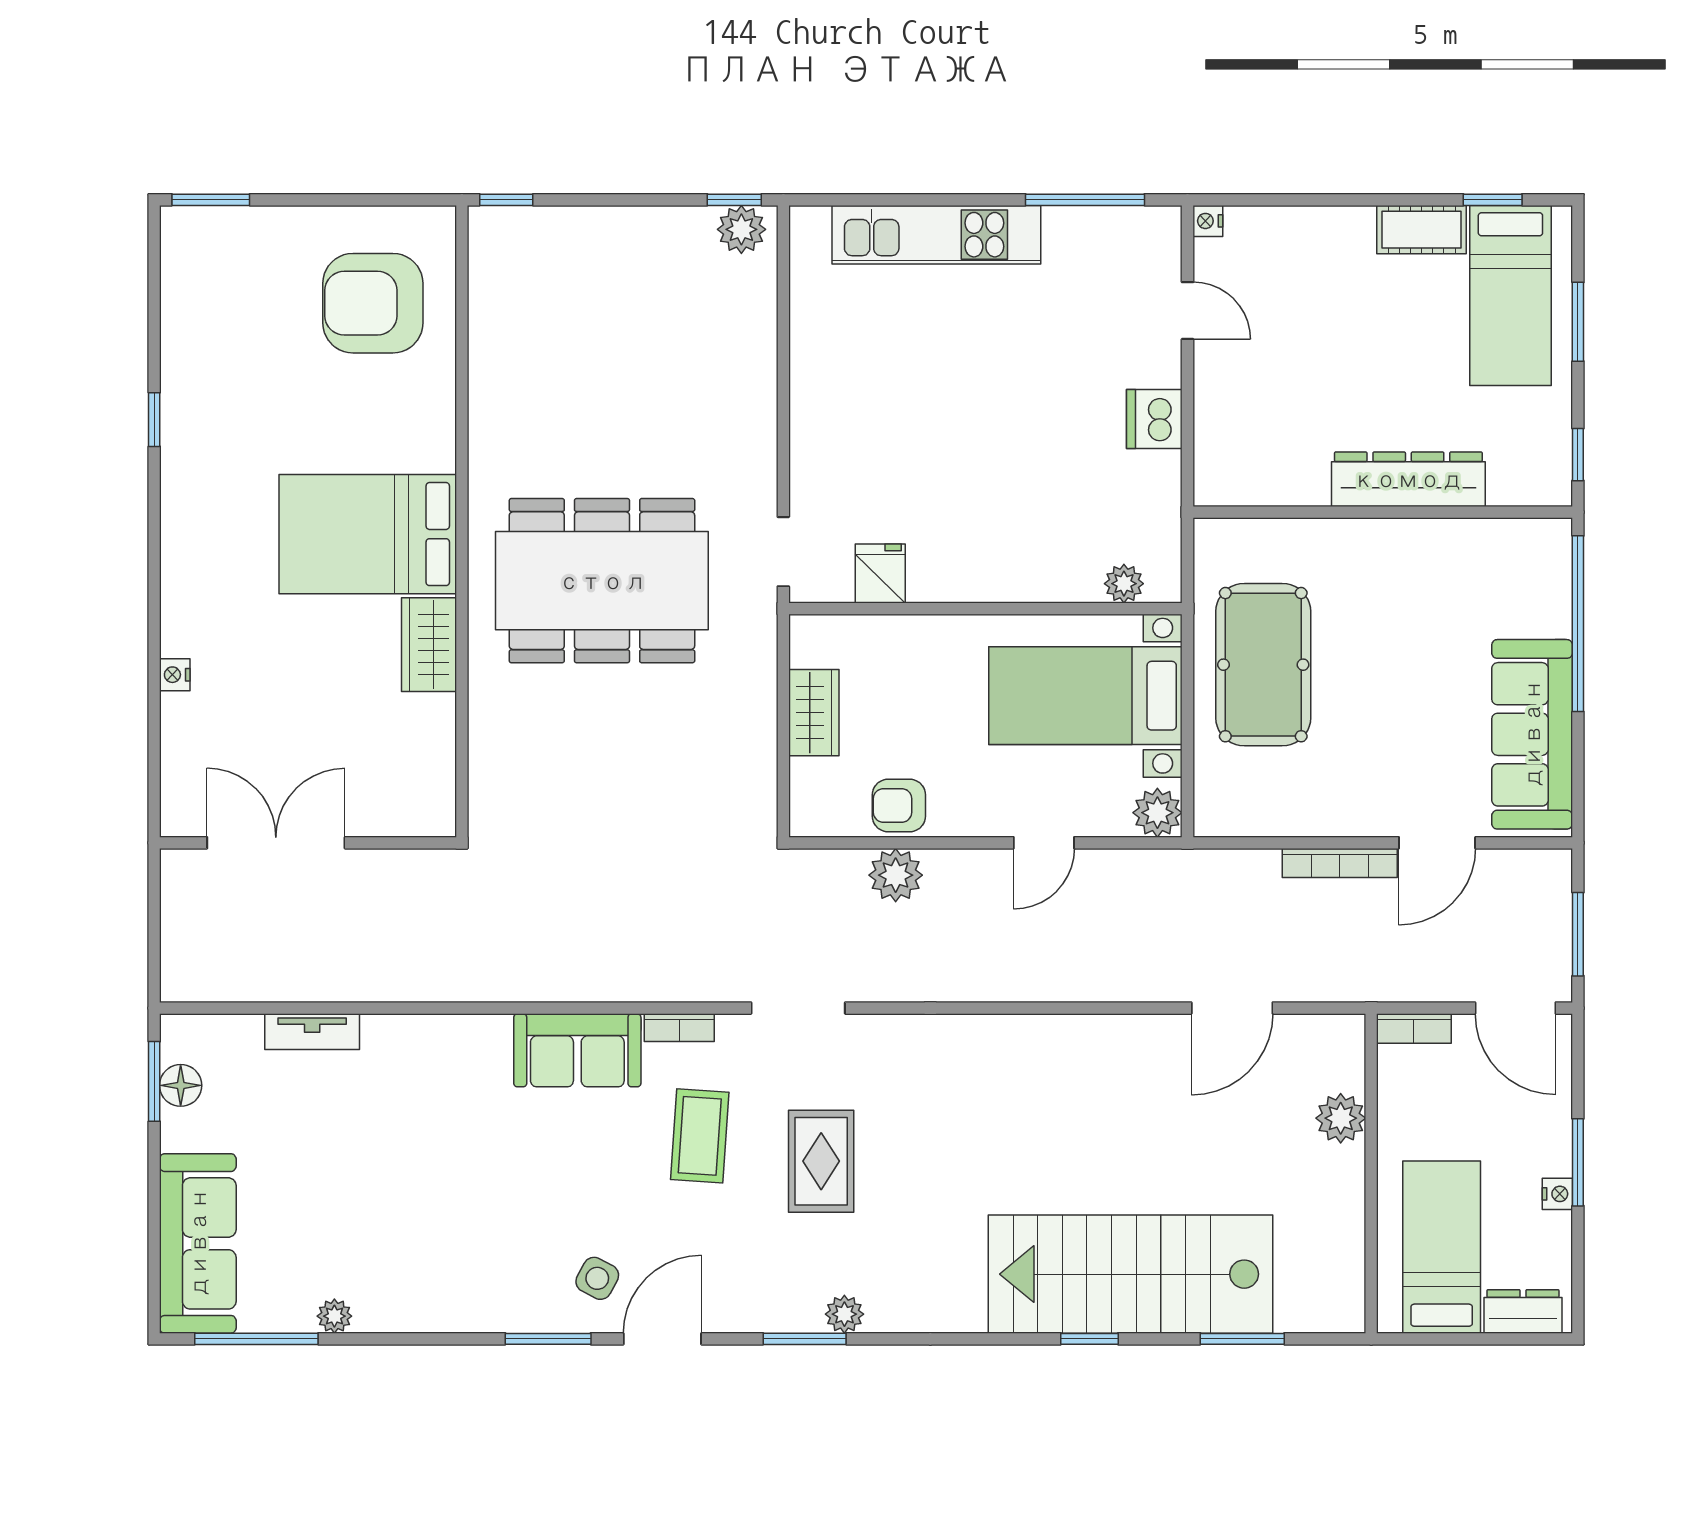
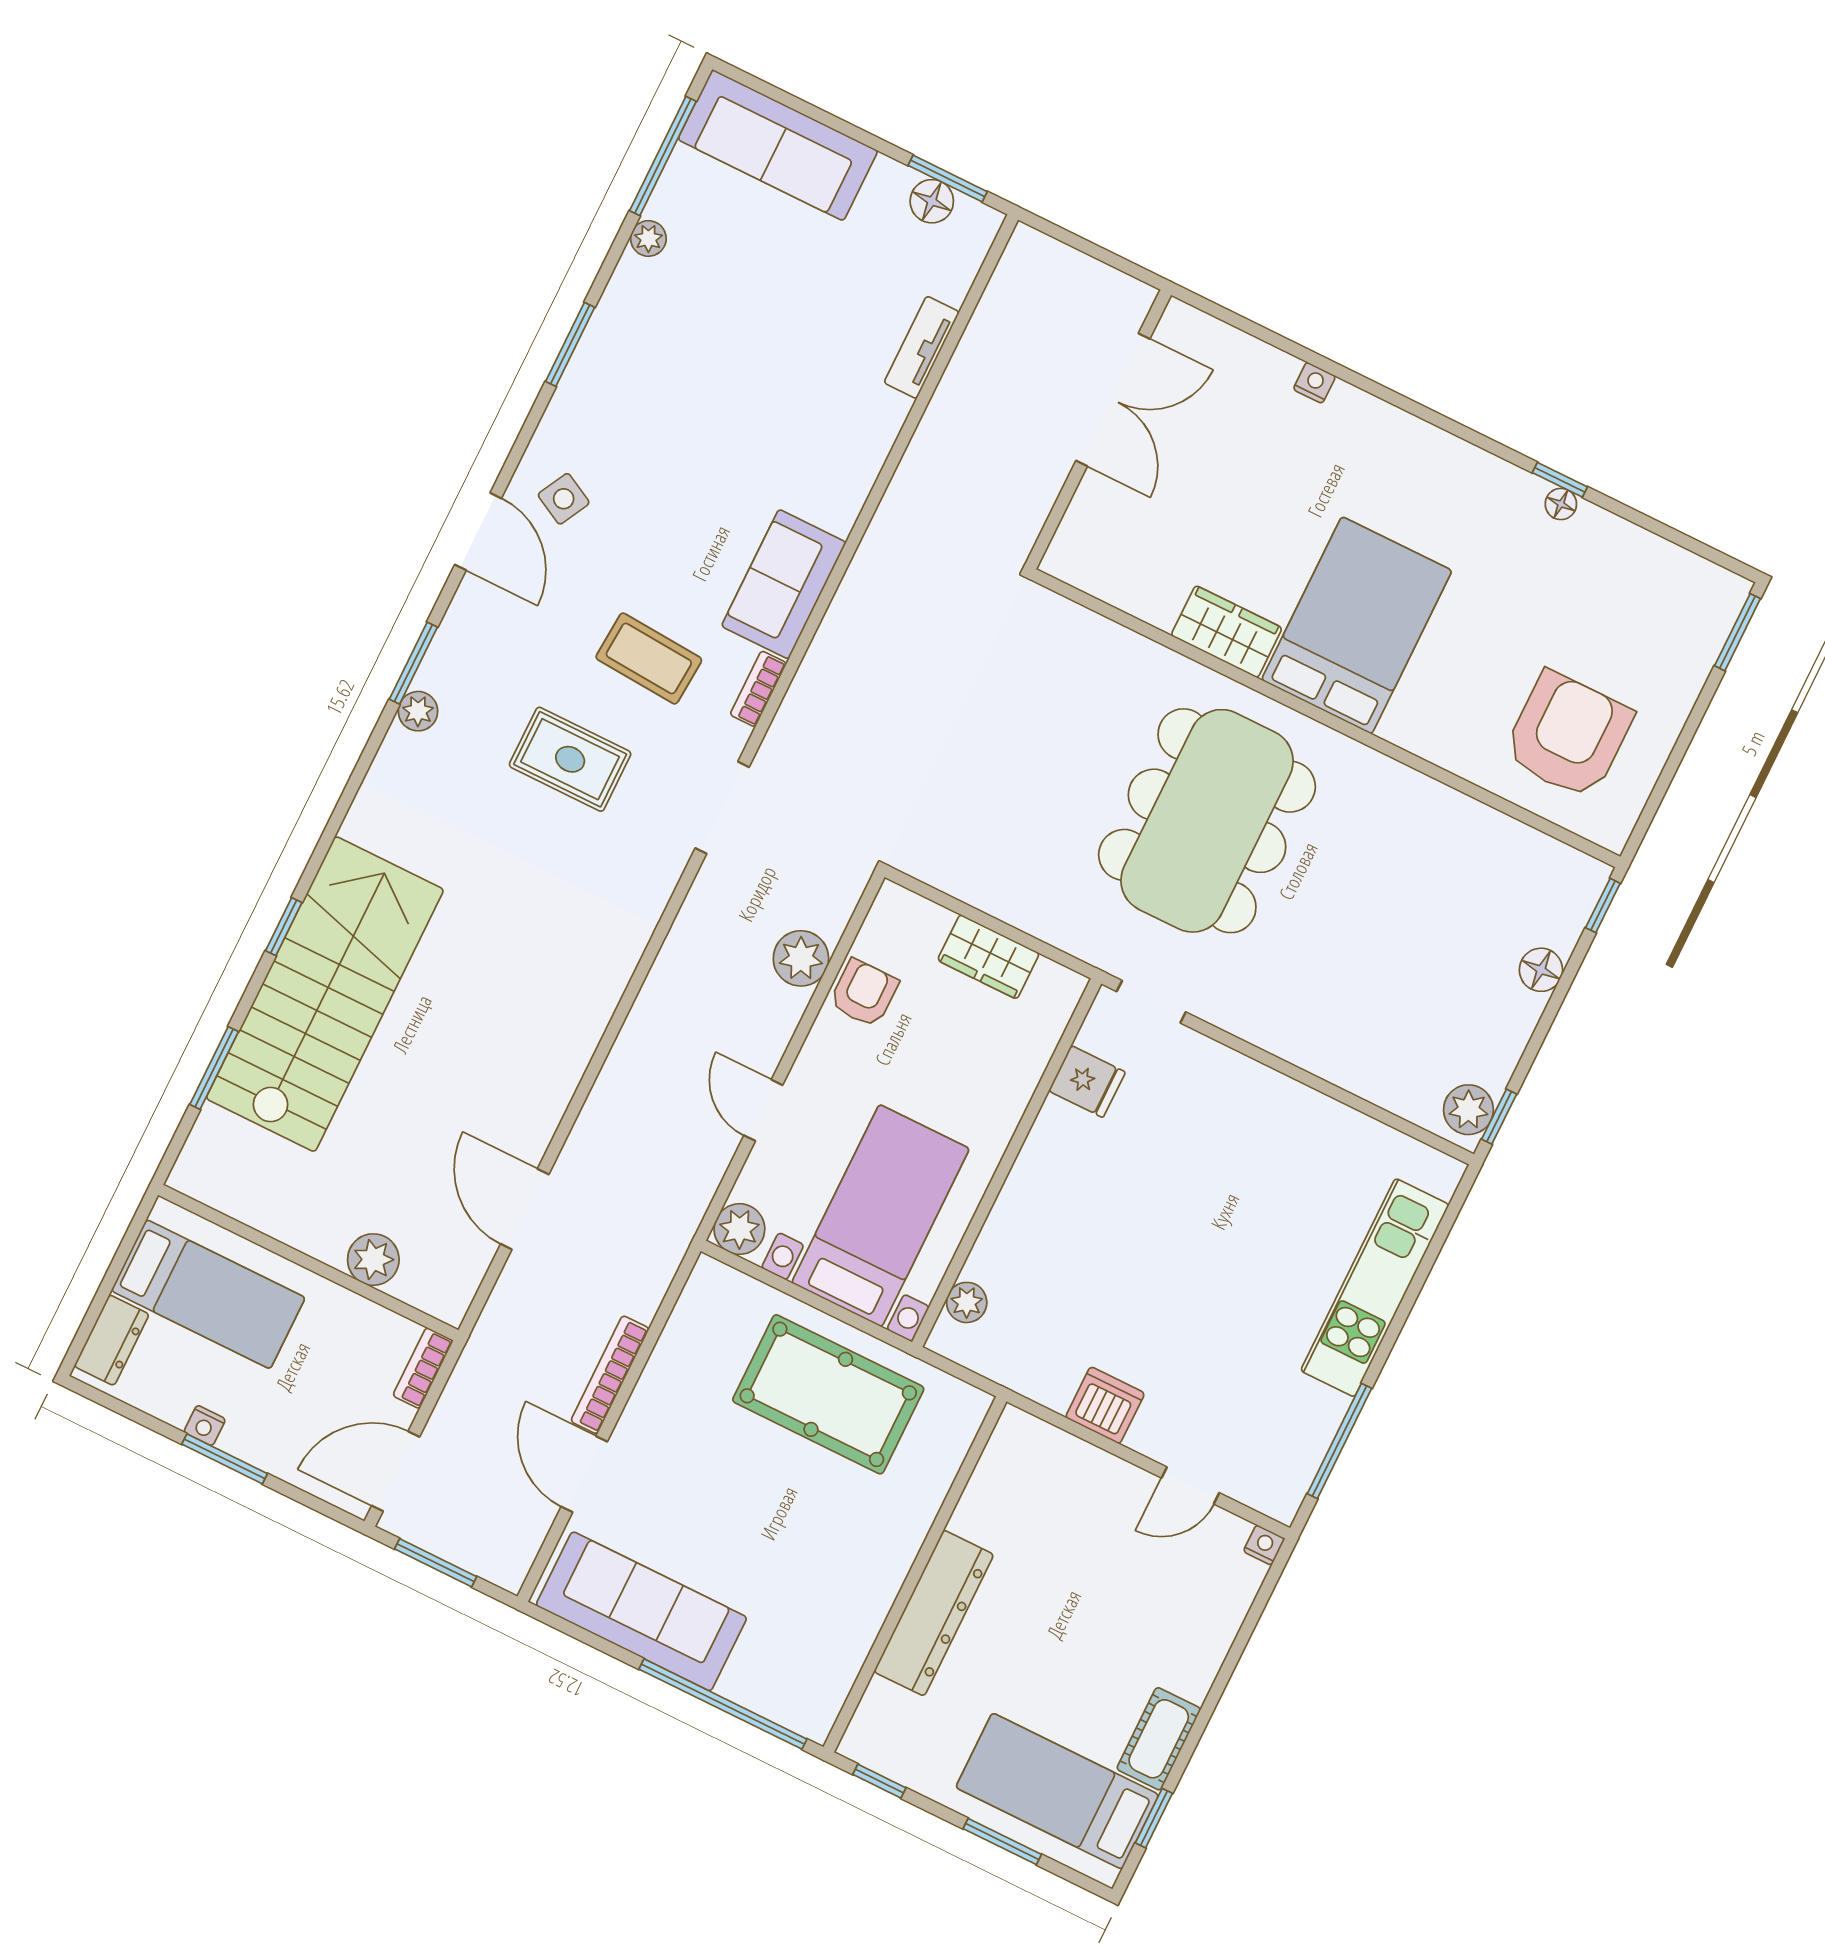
floor lamp: (589, 226) -> (1541, 970), added
floor lamp: (175, 408) -> (1561, 504), added
window: (548, 1339) -> (570, 344), moved

